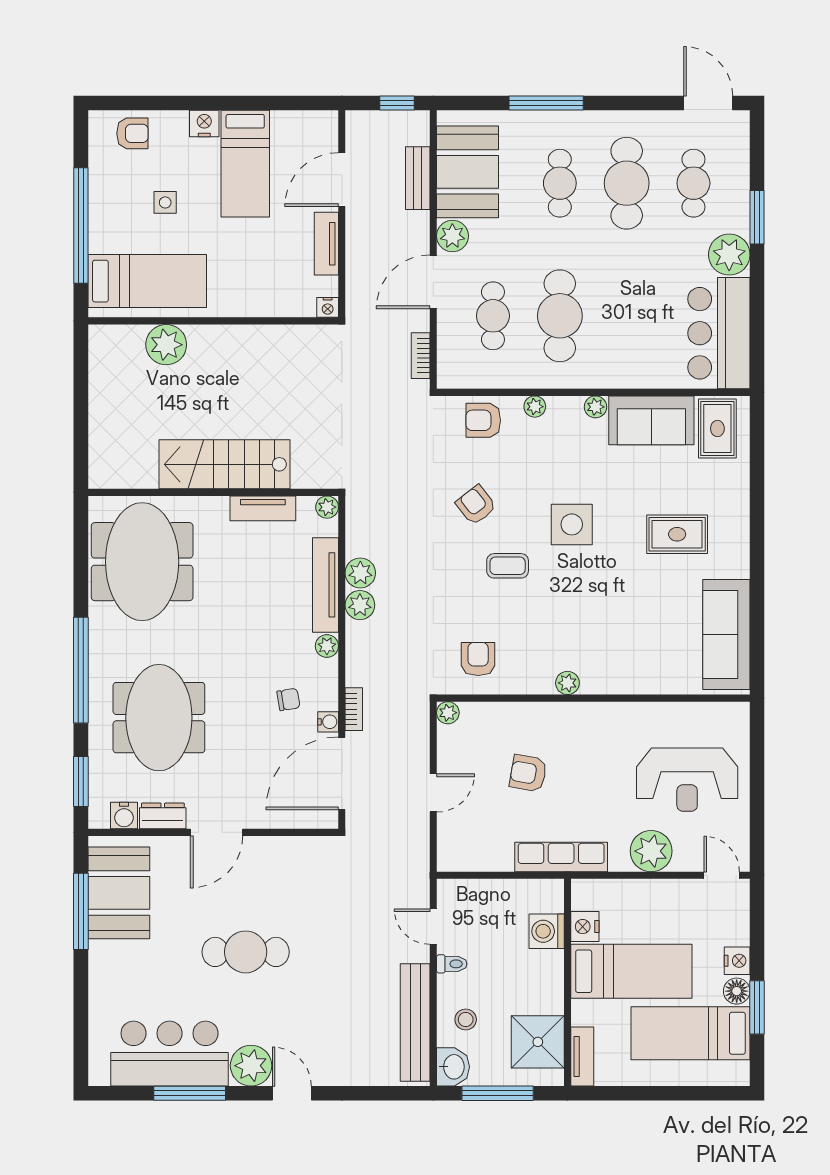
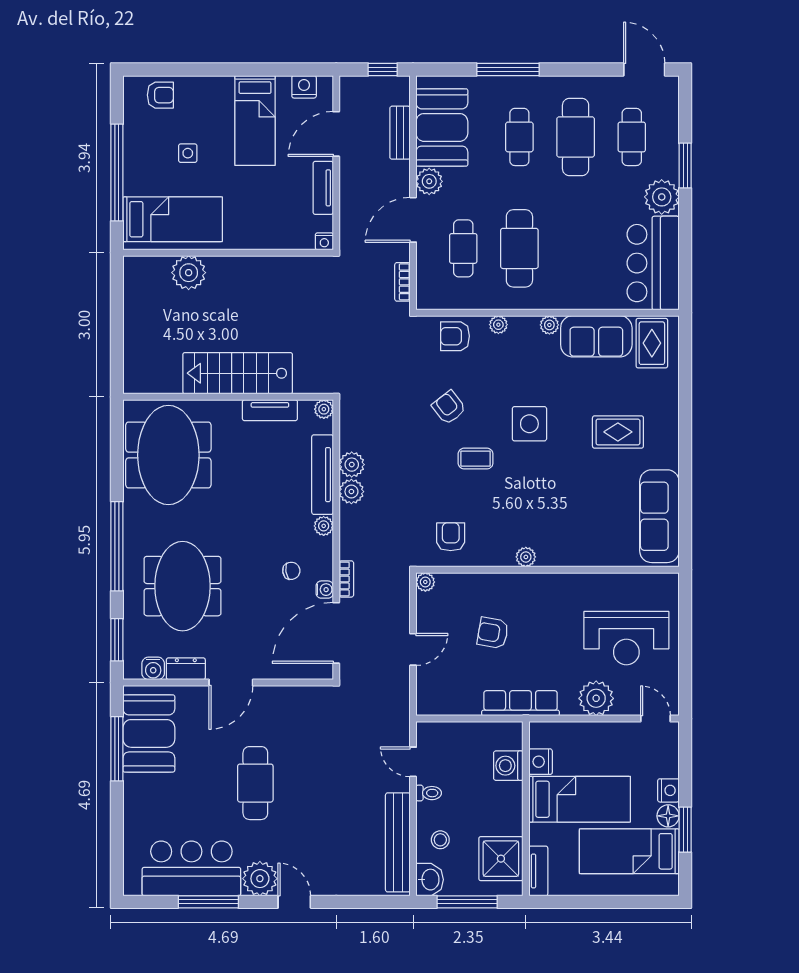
nightstand: (204, 123) -> (304, 87), moved
cafe table: (246, 952) -> (255, 783), turned 90

